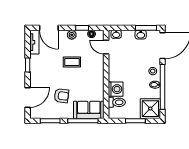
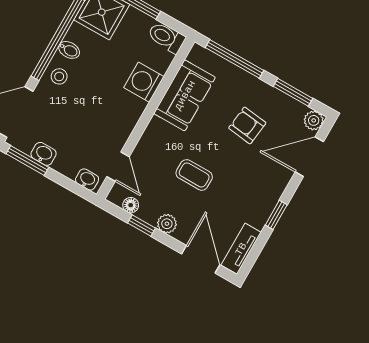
toilet: (117, 102) -> (166, 37), moved
sofa: (89, 110) -> (185, 95), moved, turned -90
plant: (35, 114) -> (314, 120), added

